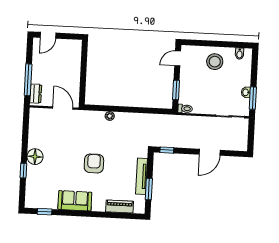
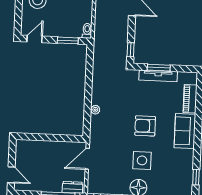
door: (178, 58) -> (35, 39), swing flipped
side table: (61, 160) -> (142, 160), added
window: (149, 189) -> (159, 68), moved
sofa: (75, 201) -> (185, 131), moved

